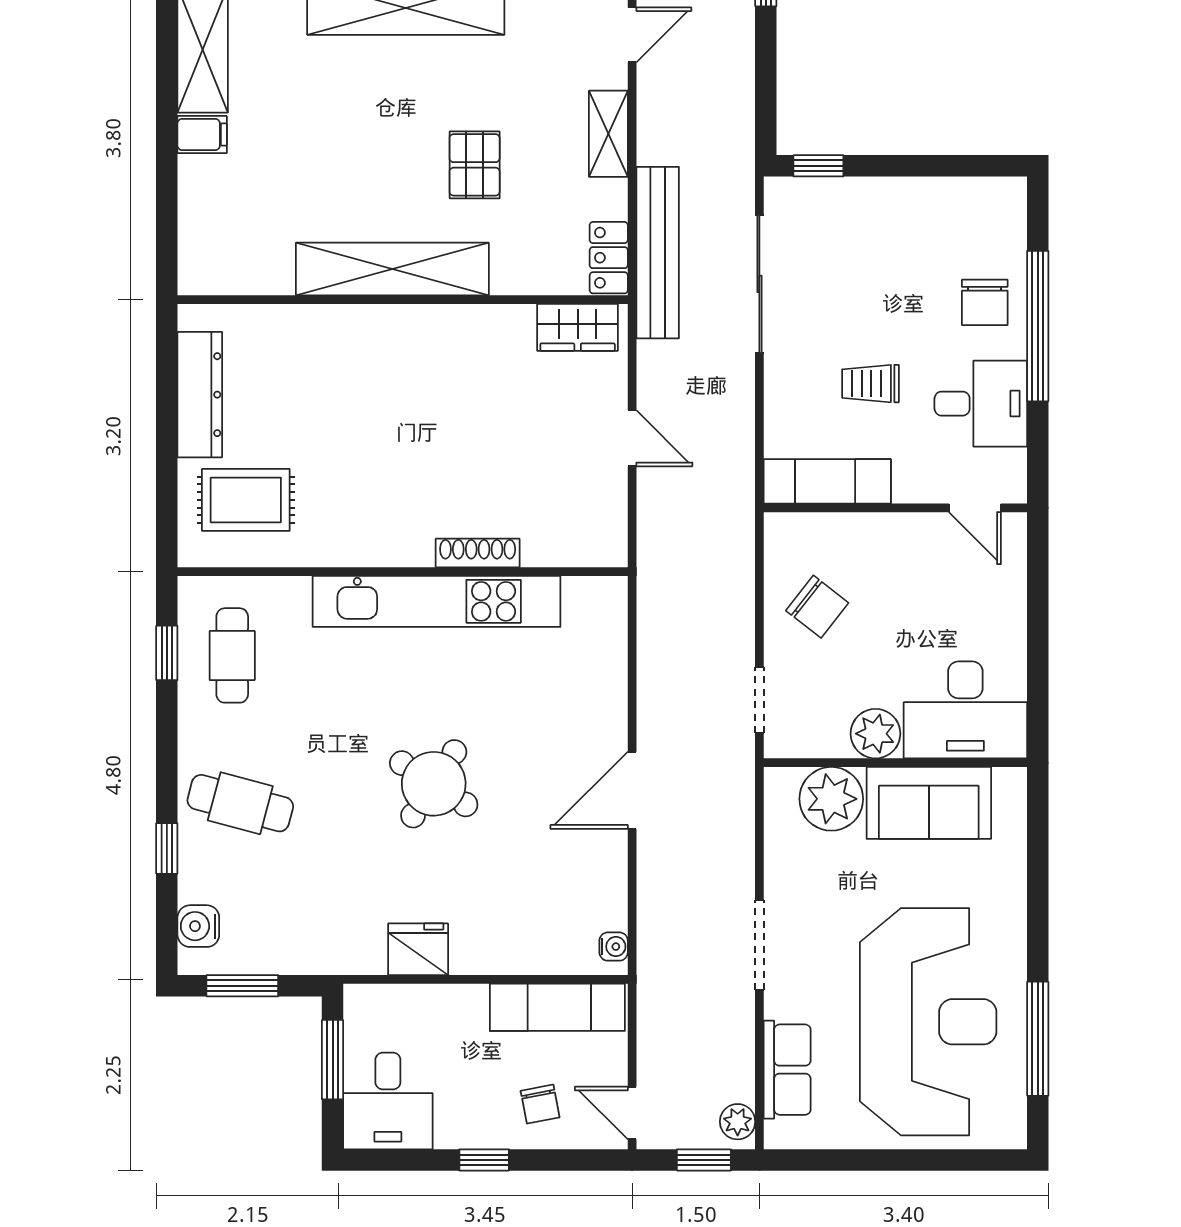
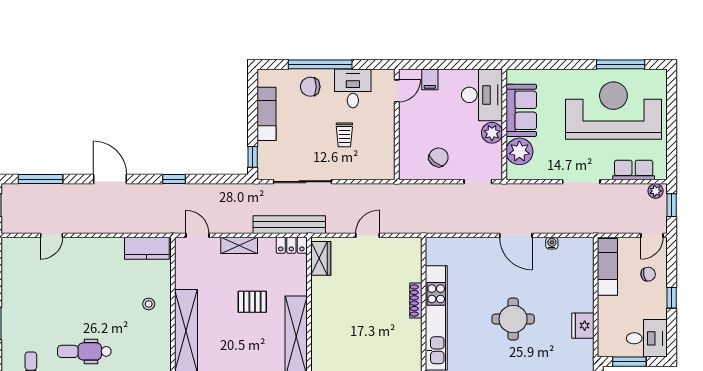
chair: (985, 302) -> (310, 87), turned 180
exam couch: (827, 481) -> (266, 114), moved, turned 180
filing cabinet: (1002, 586) -> (430, 79), added
round table: (434, 784) -> (513, 319), turned -33
water cooler: (614, 947) -> (552, 243), moved

